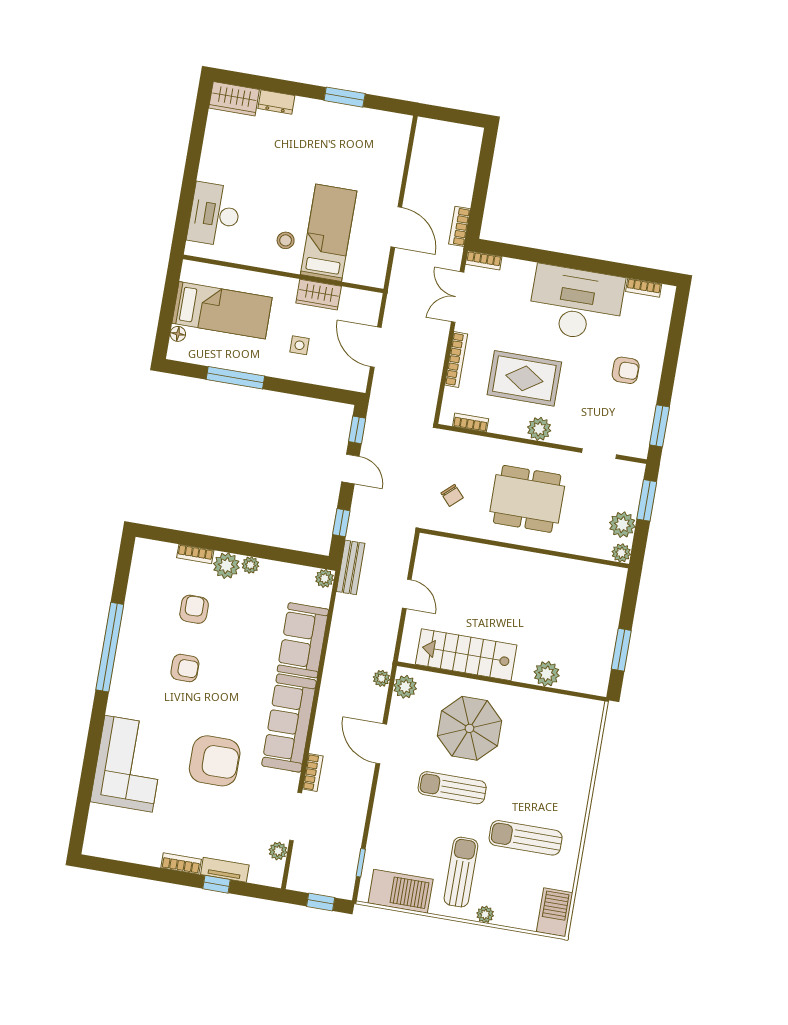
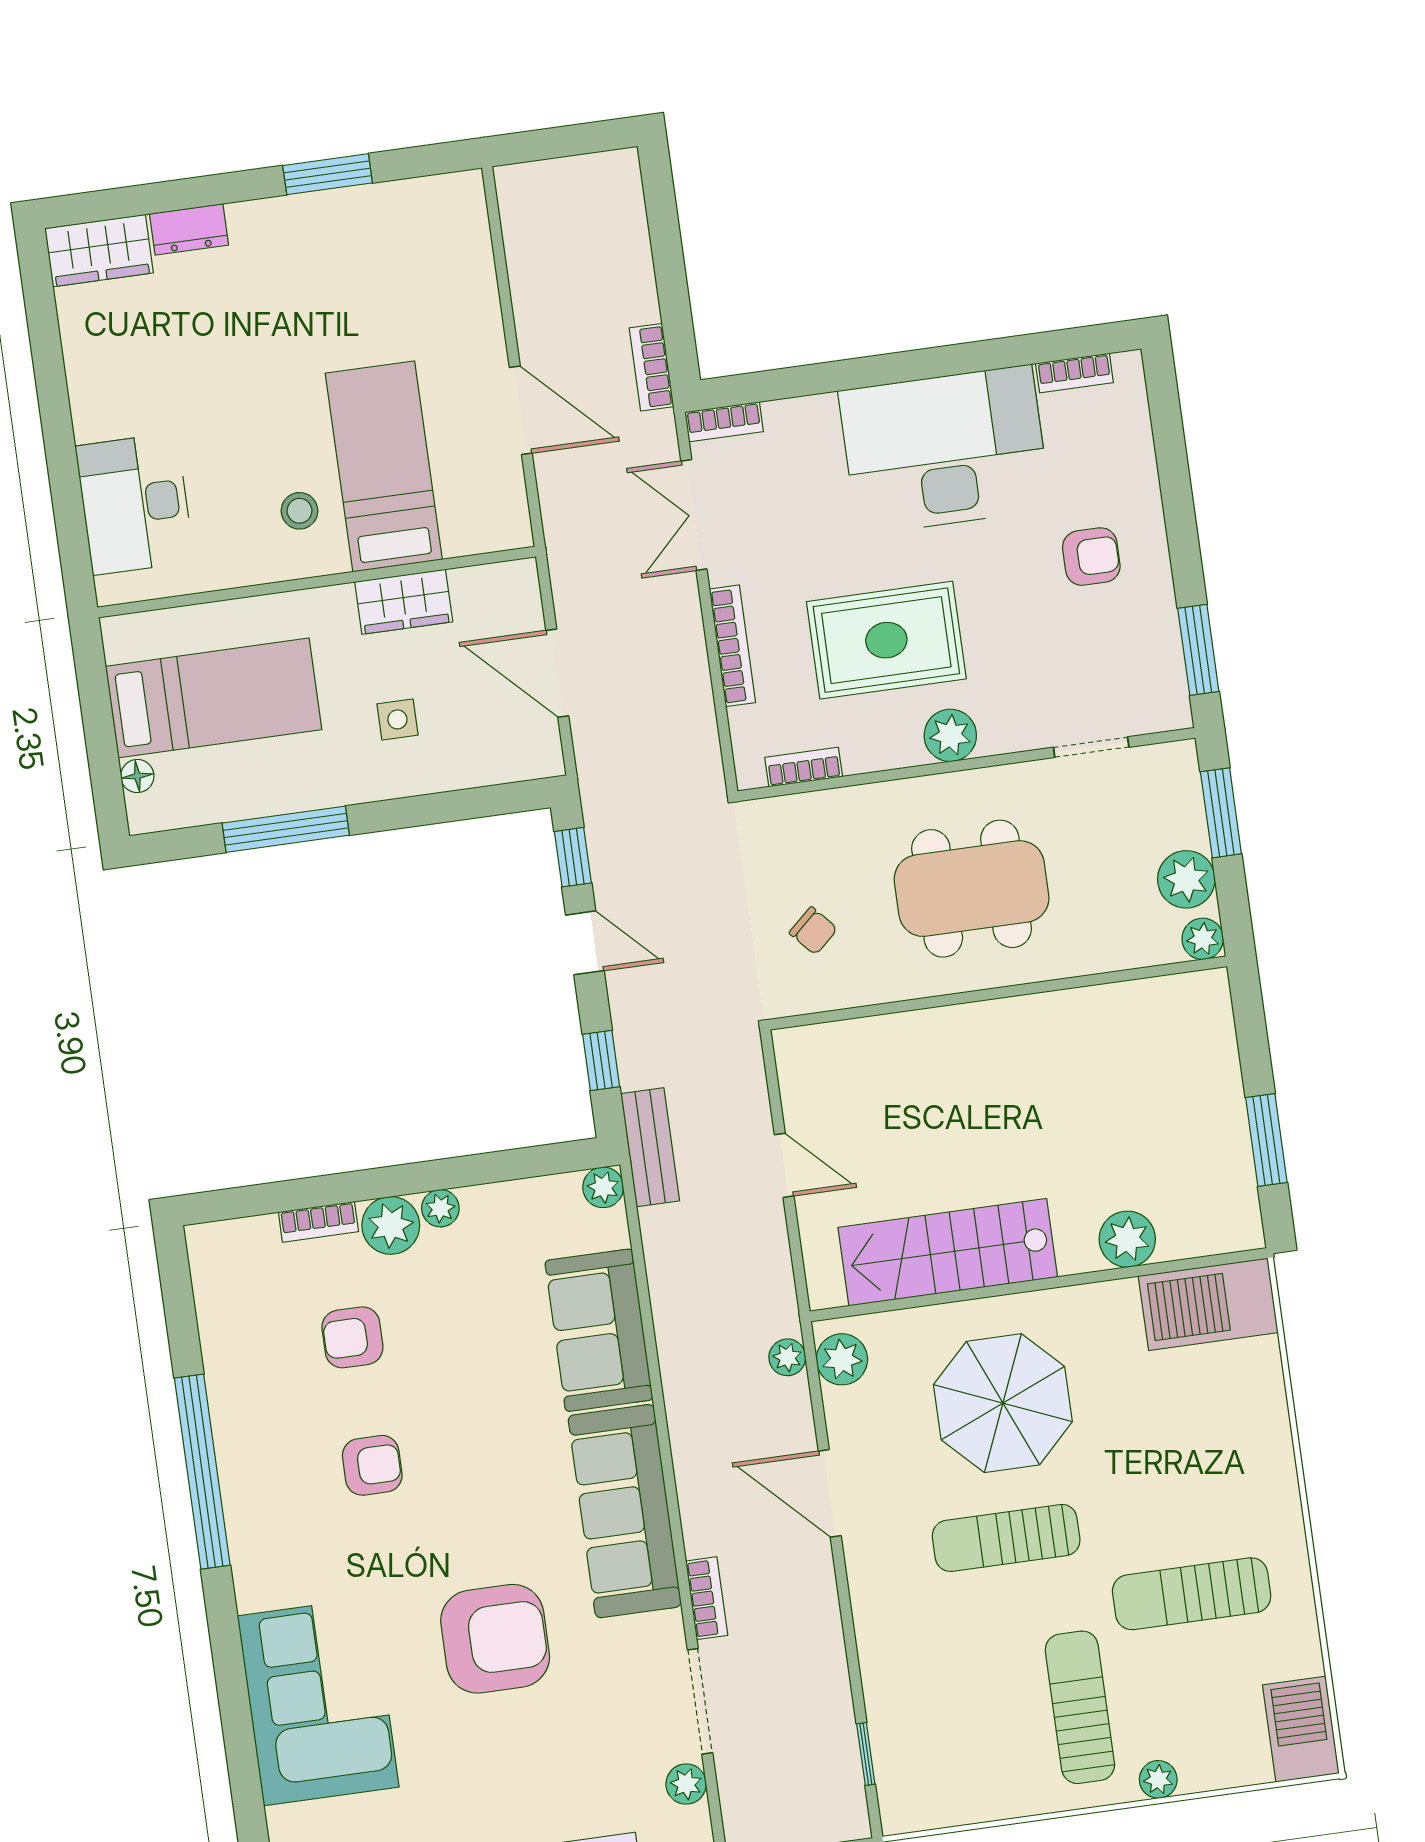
armchair: (194, 609) -> (352, 1337), turned -90
barbecue: (401, 891) -> (1208, 1304), moved, turned 180

